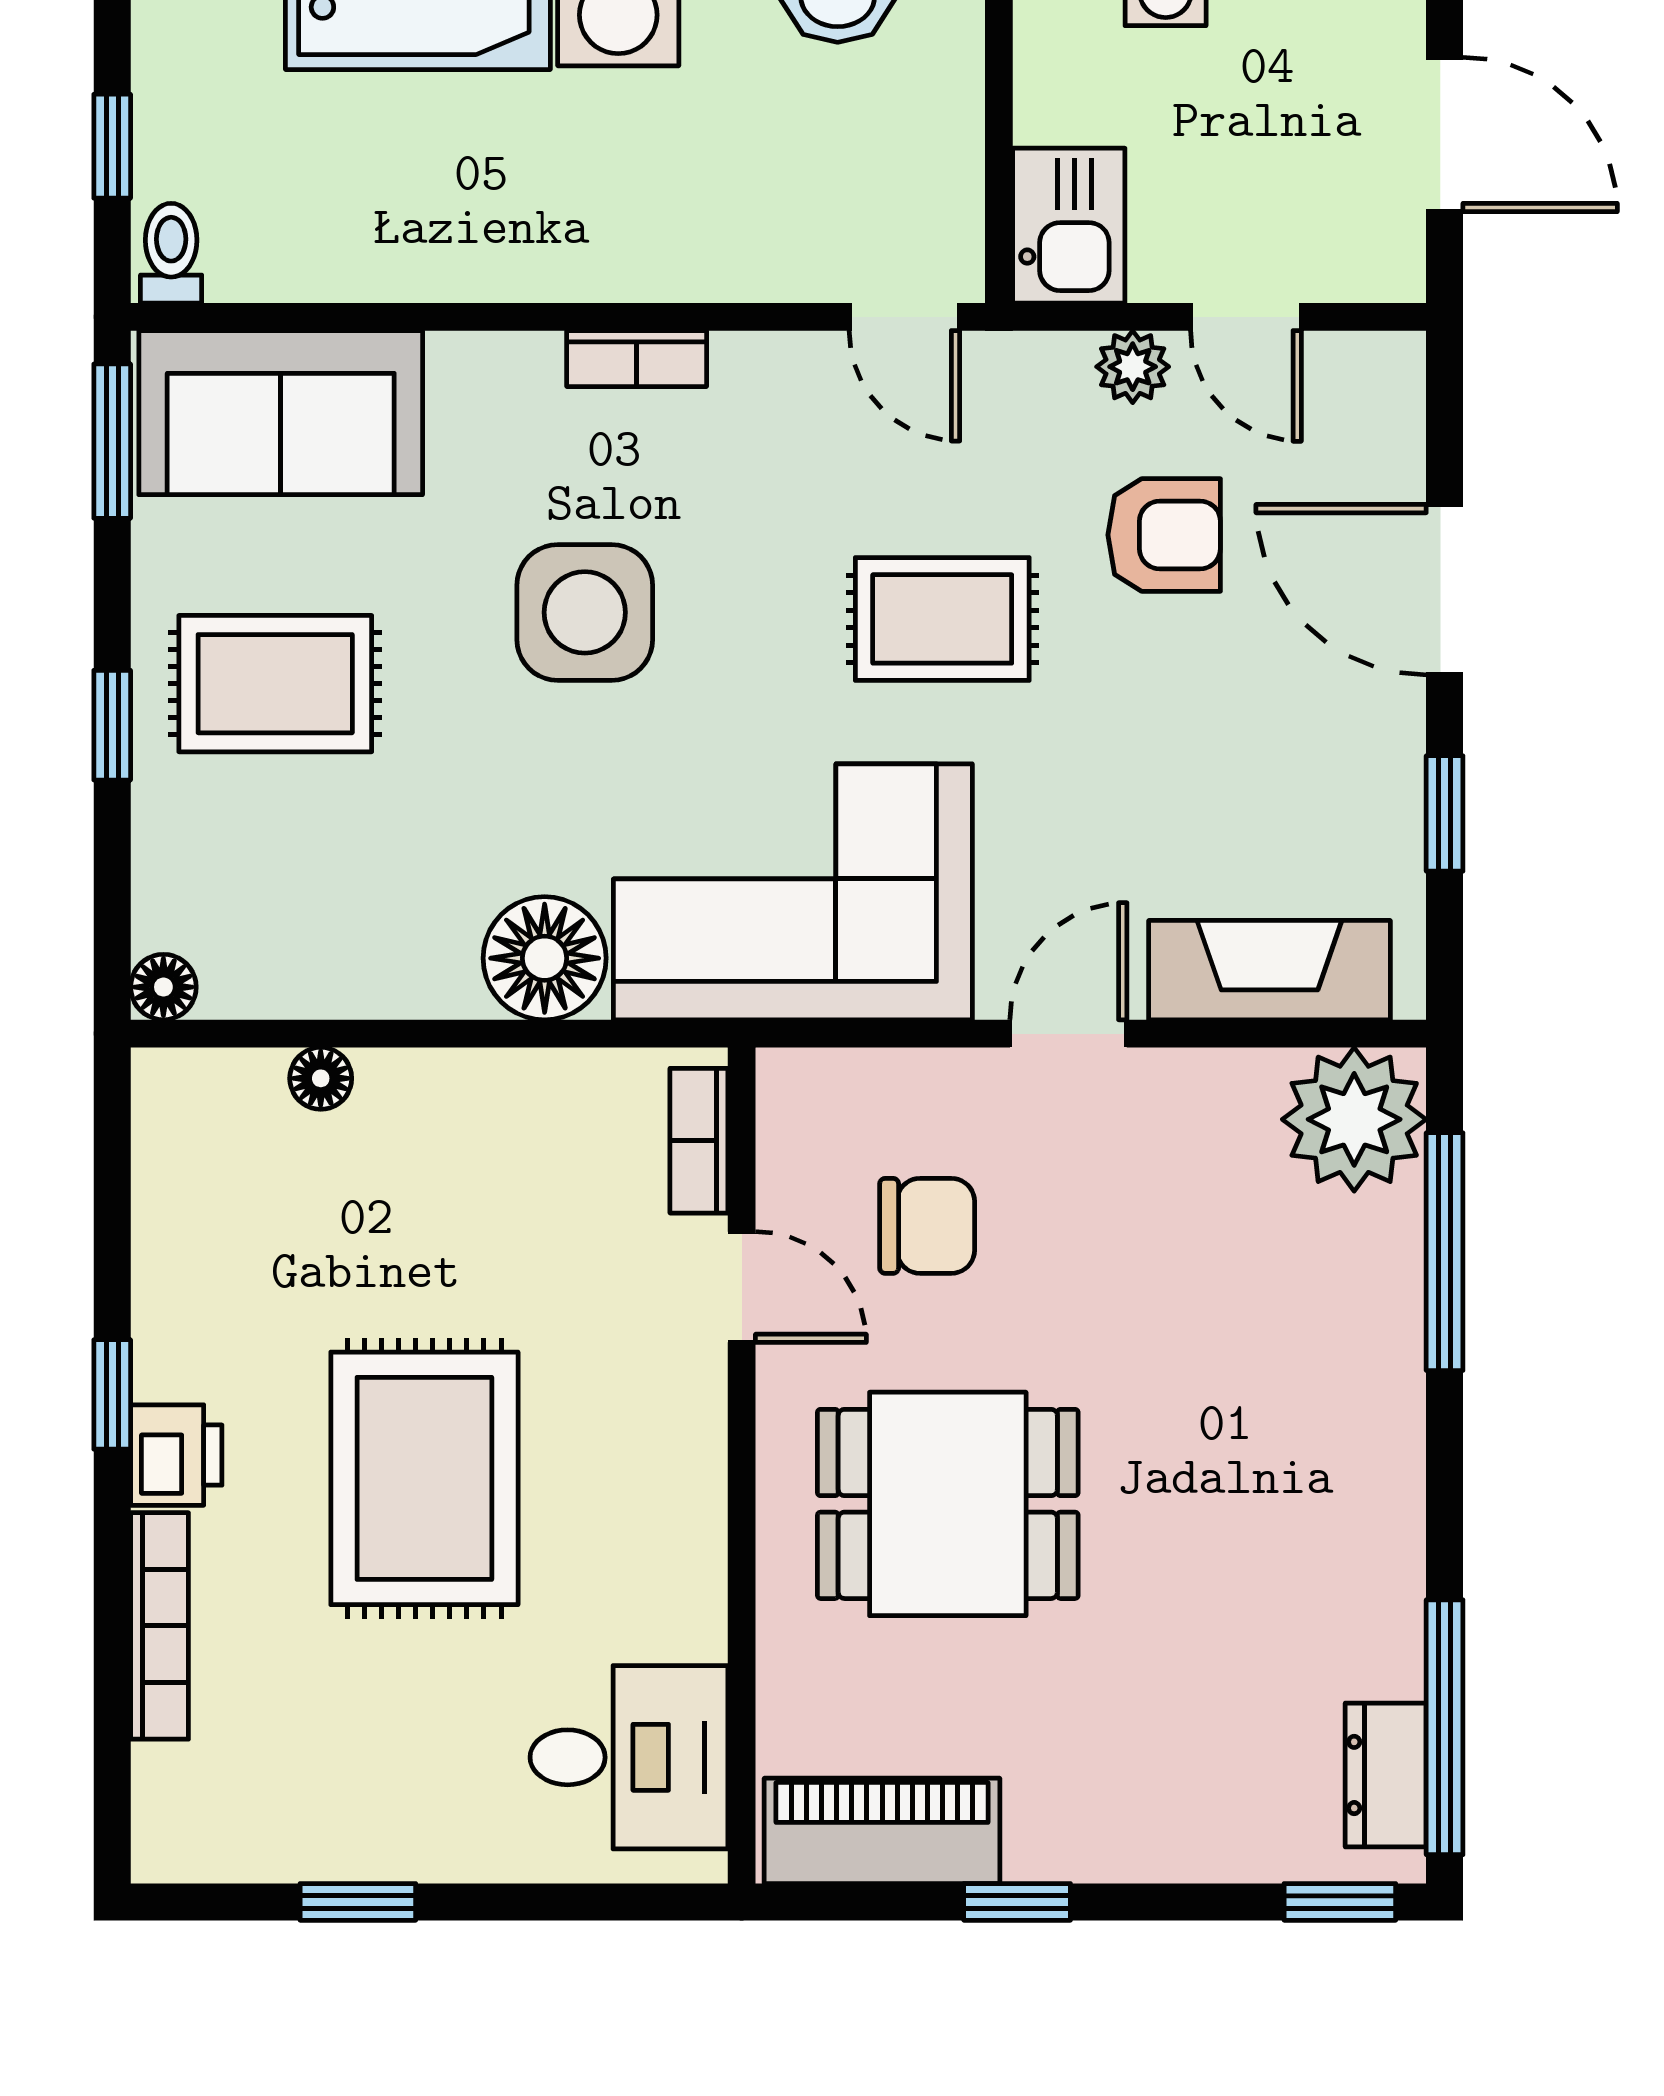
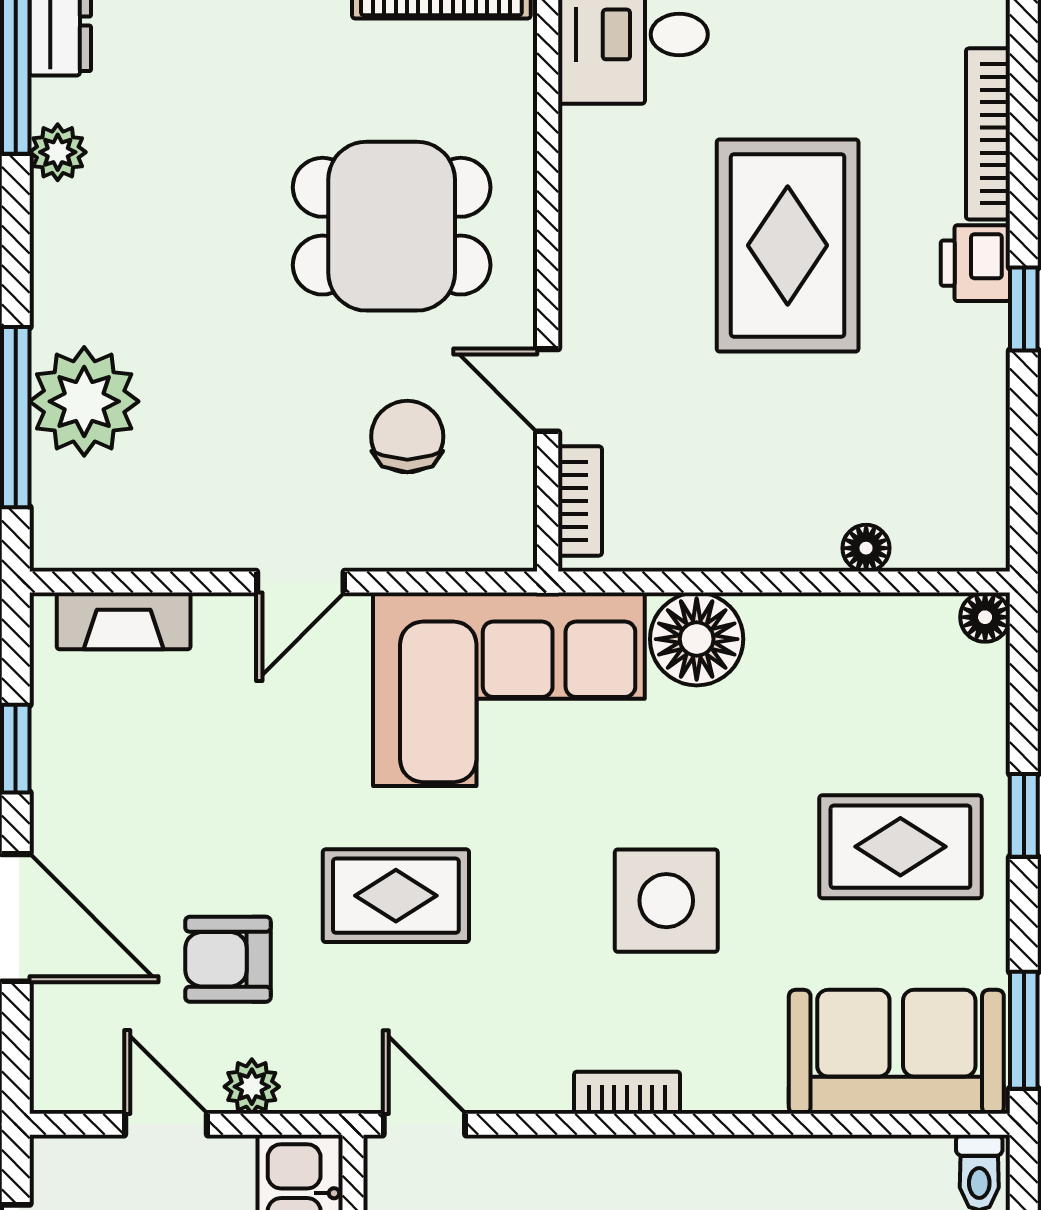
fireplace: (1269, 970) -> (124, 621), width x0.73, depth x0.76
plant: (1354, 1119) -> (84, 401), moved
chair: (927, 1226) -> (407, 437), turned 90
plant: (1389, 1602) -> (58, 152), added

